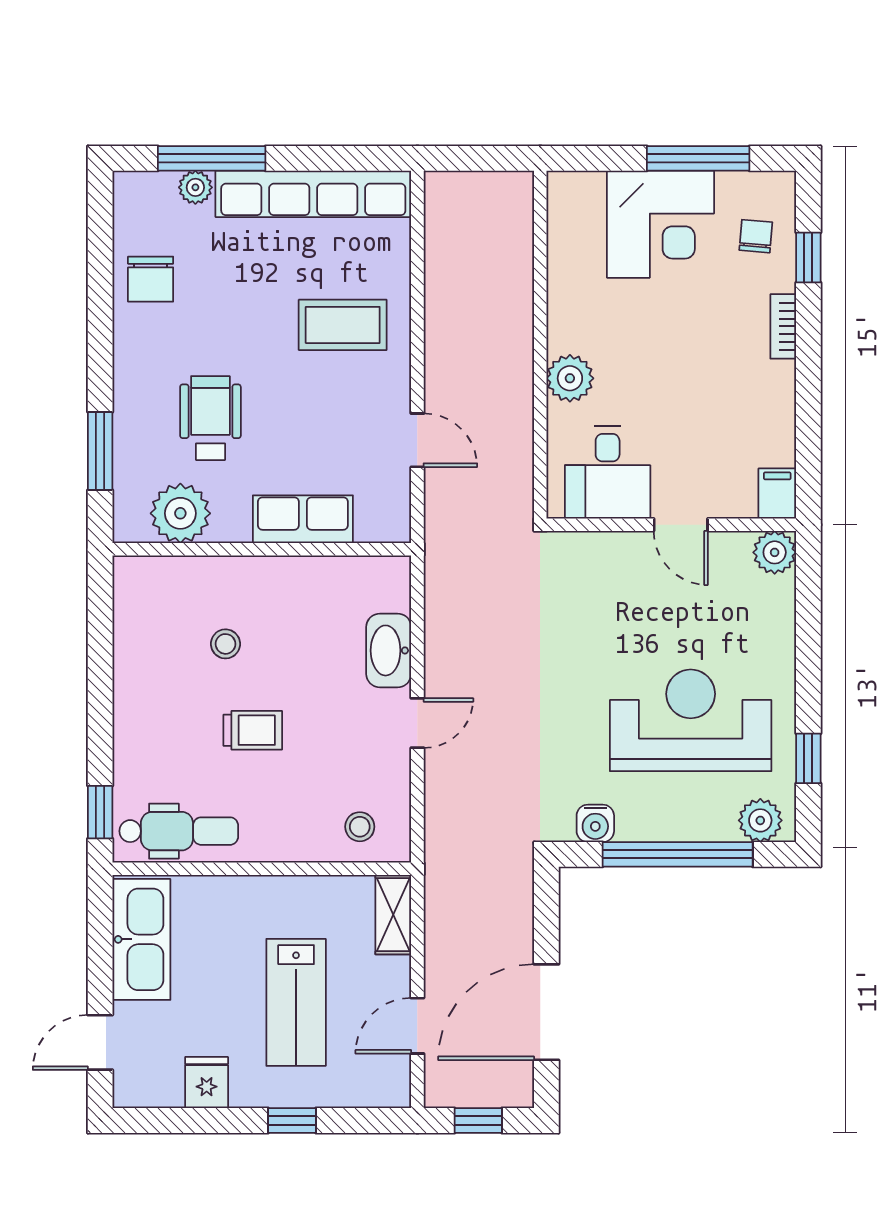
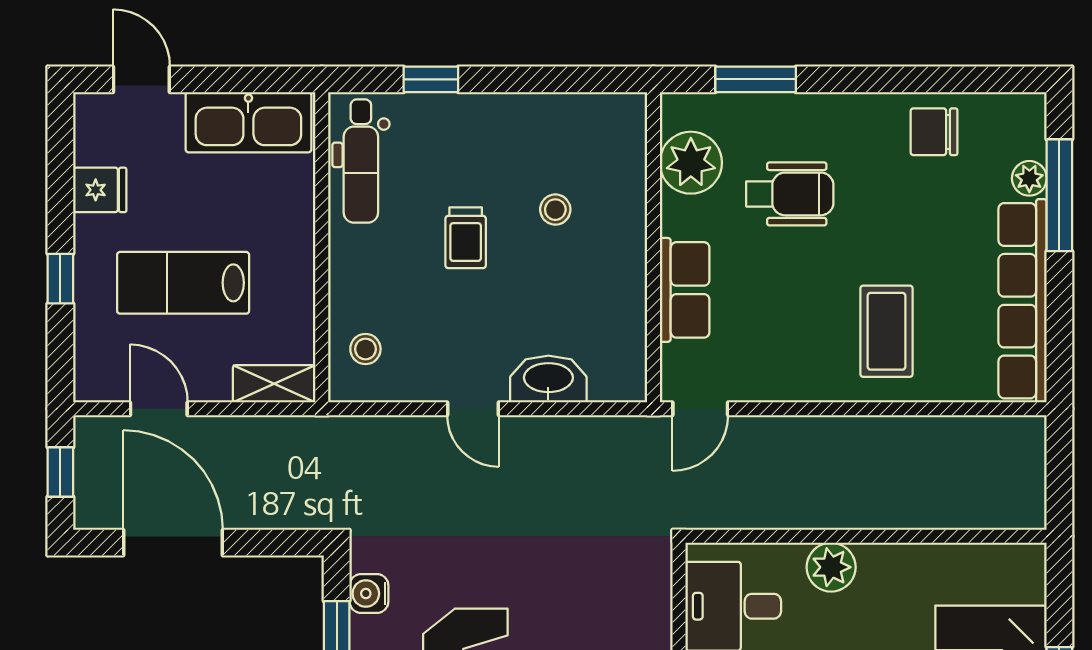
door: (417, 440) -> (700, 409), moved
window: (100, 812) -> (431, 79), moved

